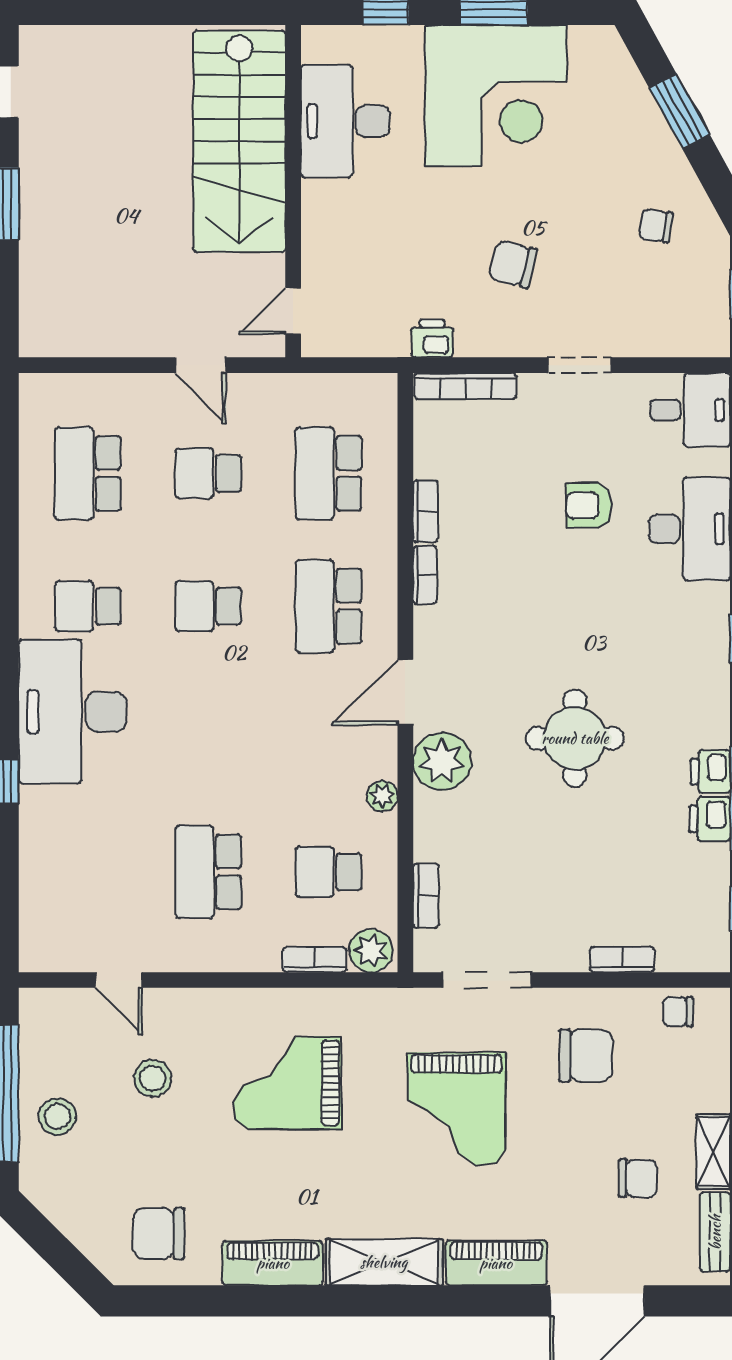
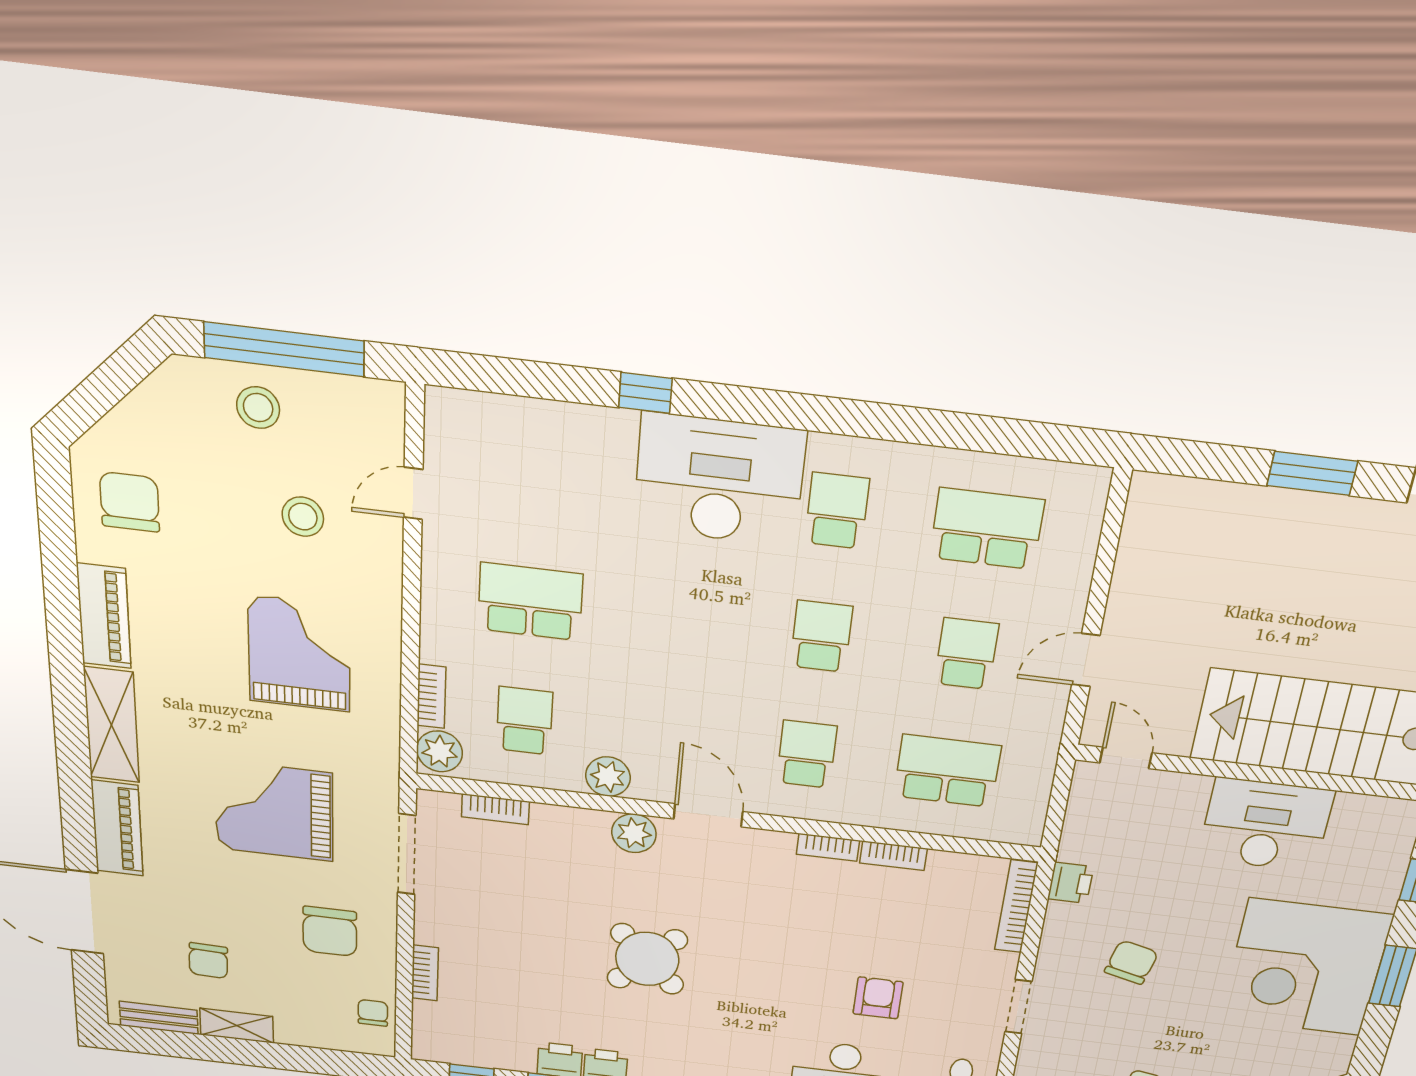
desk: (345, 121) -> (1266, 825), moved
school desk: (328, 606) -> (807, 754), width x0.54
round table: (575, 738) -> (647, 959), turned 45
plant: (442, 761) -> (634, 833), width x0.73, depth x0.73
plant: (382, 796) -> (608, 777), width x1.38, depth x1.38

